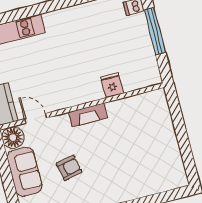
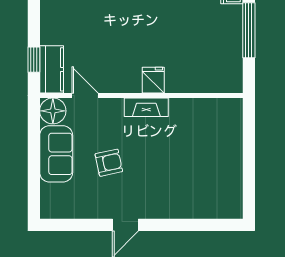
fridge: (112, 85) -> (153, 80), moved

